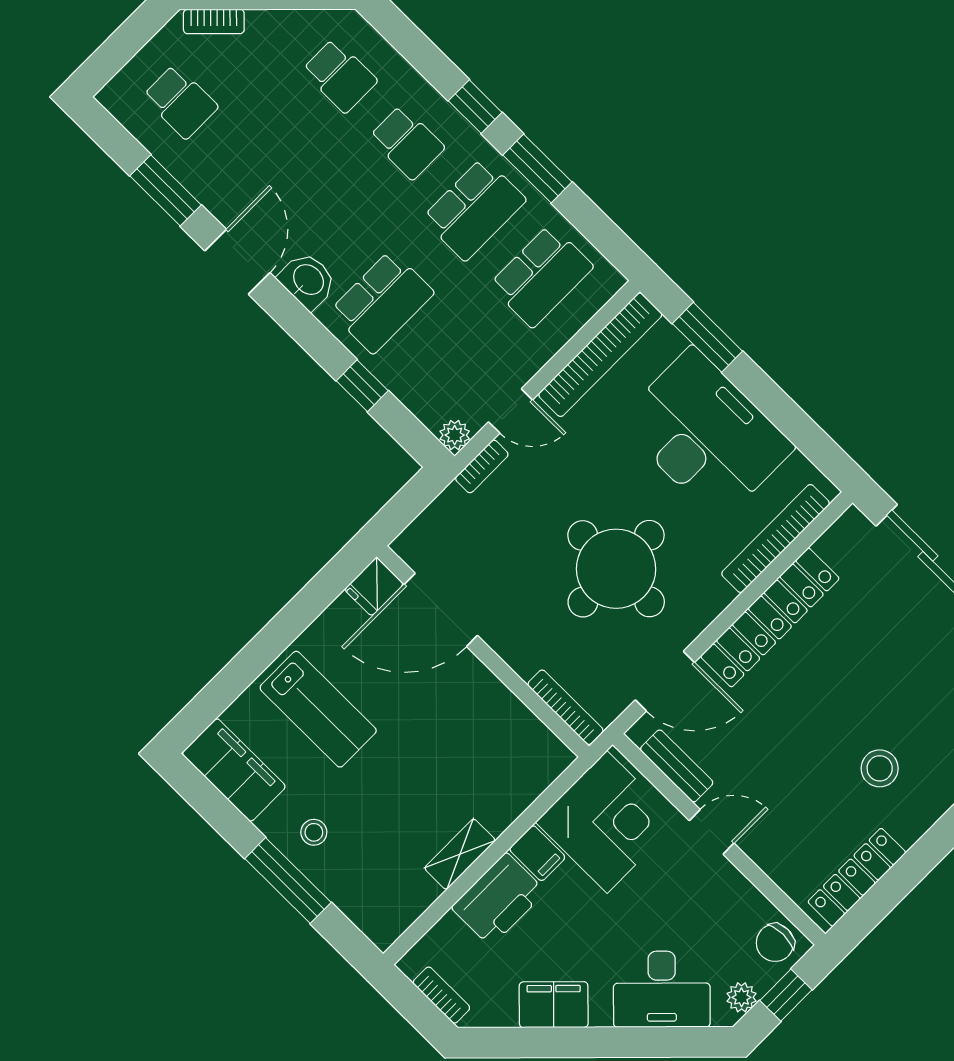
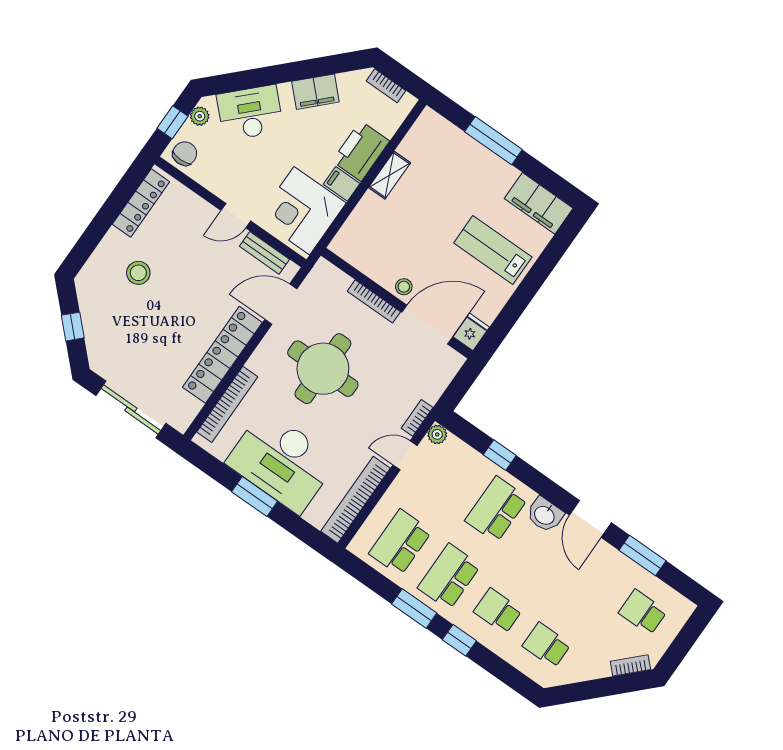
window: (707, 337) -> (255, 496), moved
bookcase: (565, 707) -> (374, 301), moved
stool: (314, 832) -> (404, 287), moved

